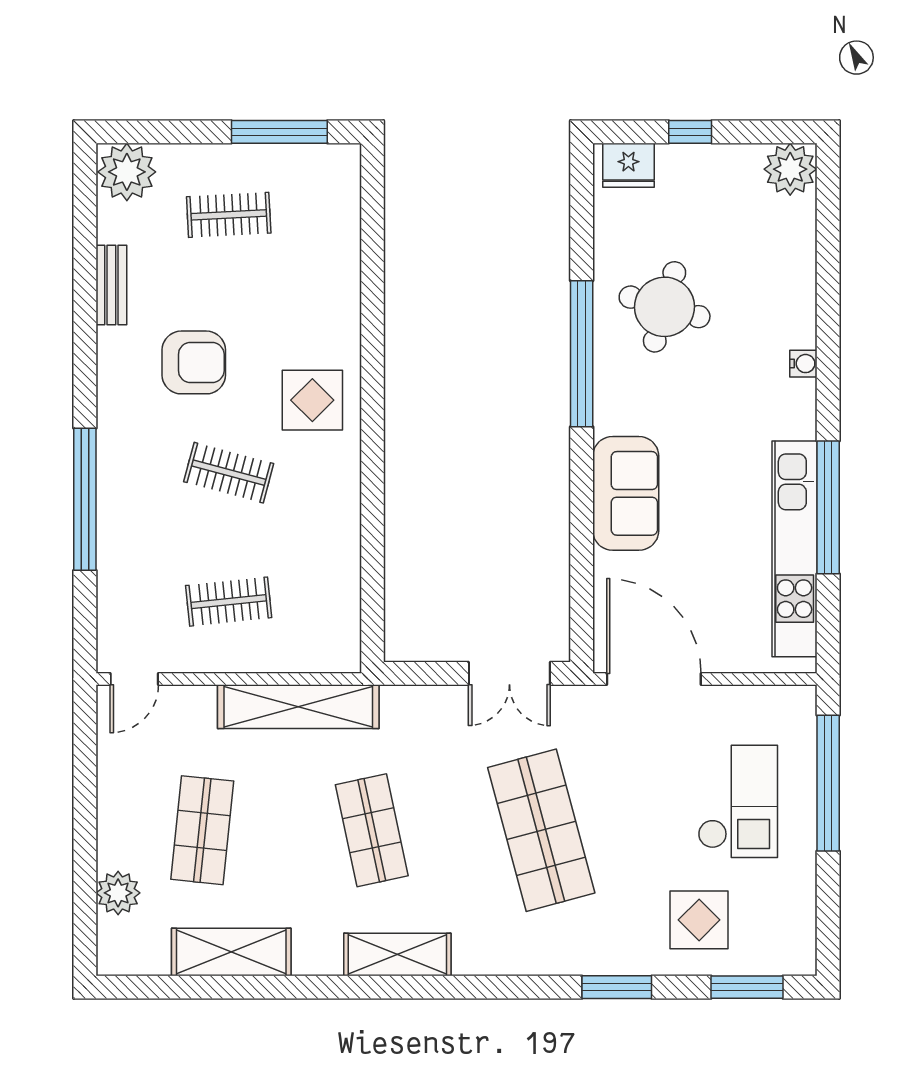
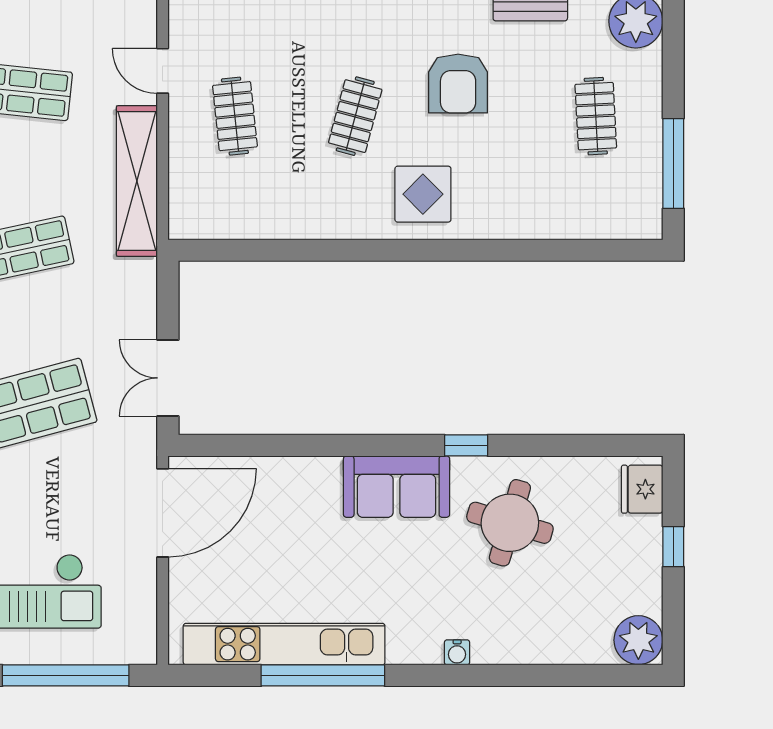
window: (582, 354) -> (466, 445), width x0.32
sofa: (626, 493) -> (397, 487), moved
door: (134, 679) -> (163, 71), moved

